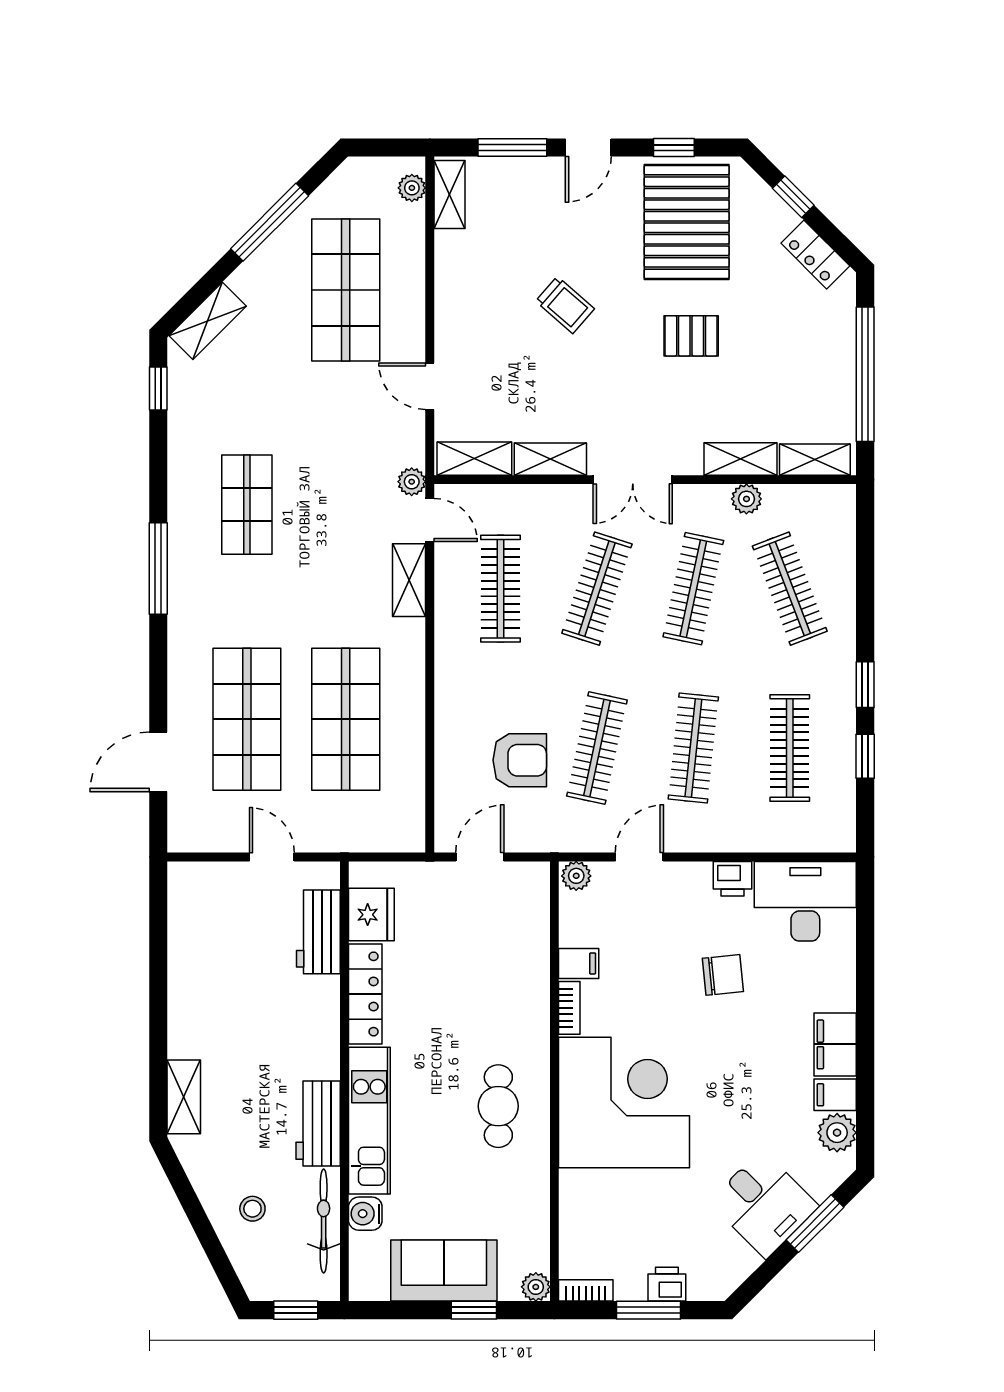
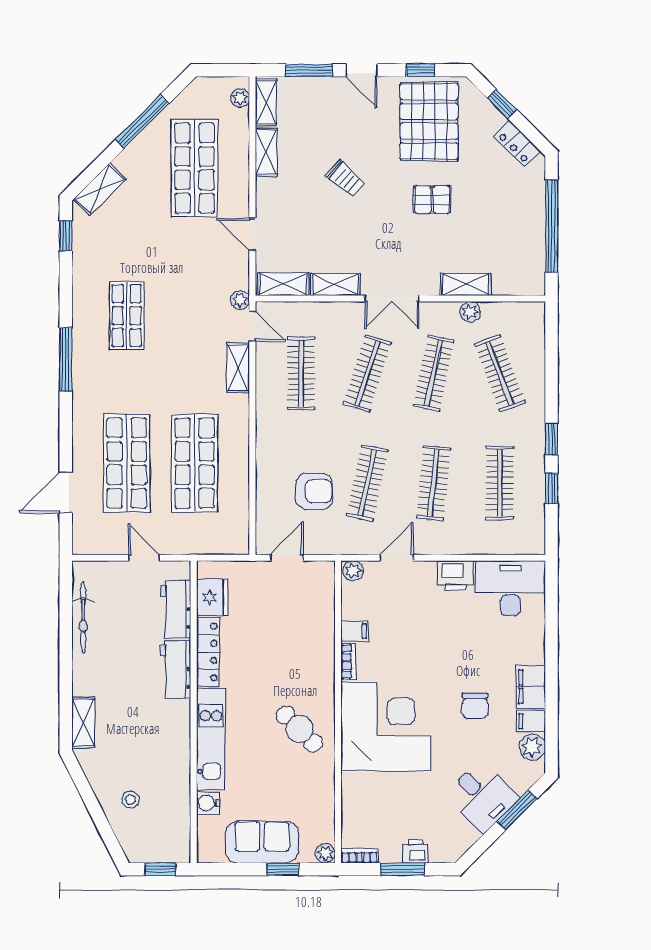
door: (588, 148) -> (361, 70), hinge flipped
shelving: (815, 460) -> (266, 152), moved, turned 90
printer: (733, 879) -> (456, 576), width x1.36, depth x1.24
chair: (723, 975) -> (475, 706), moved, turned 96
cafe table: (498, 1106) -> (299, 729), turned -45
workbench: (318, 1124) -> (176, 669), moved
bicycle: (324, 1221) -> (83, 617), moved, turned 180

